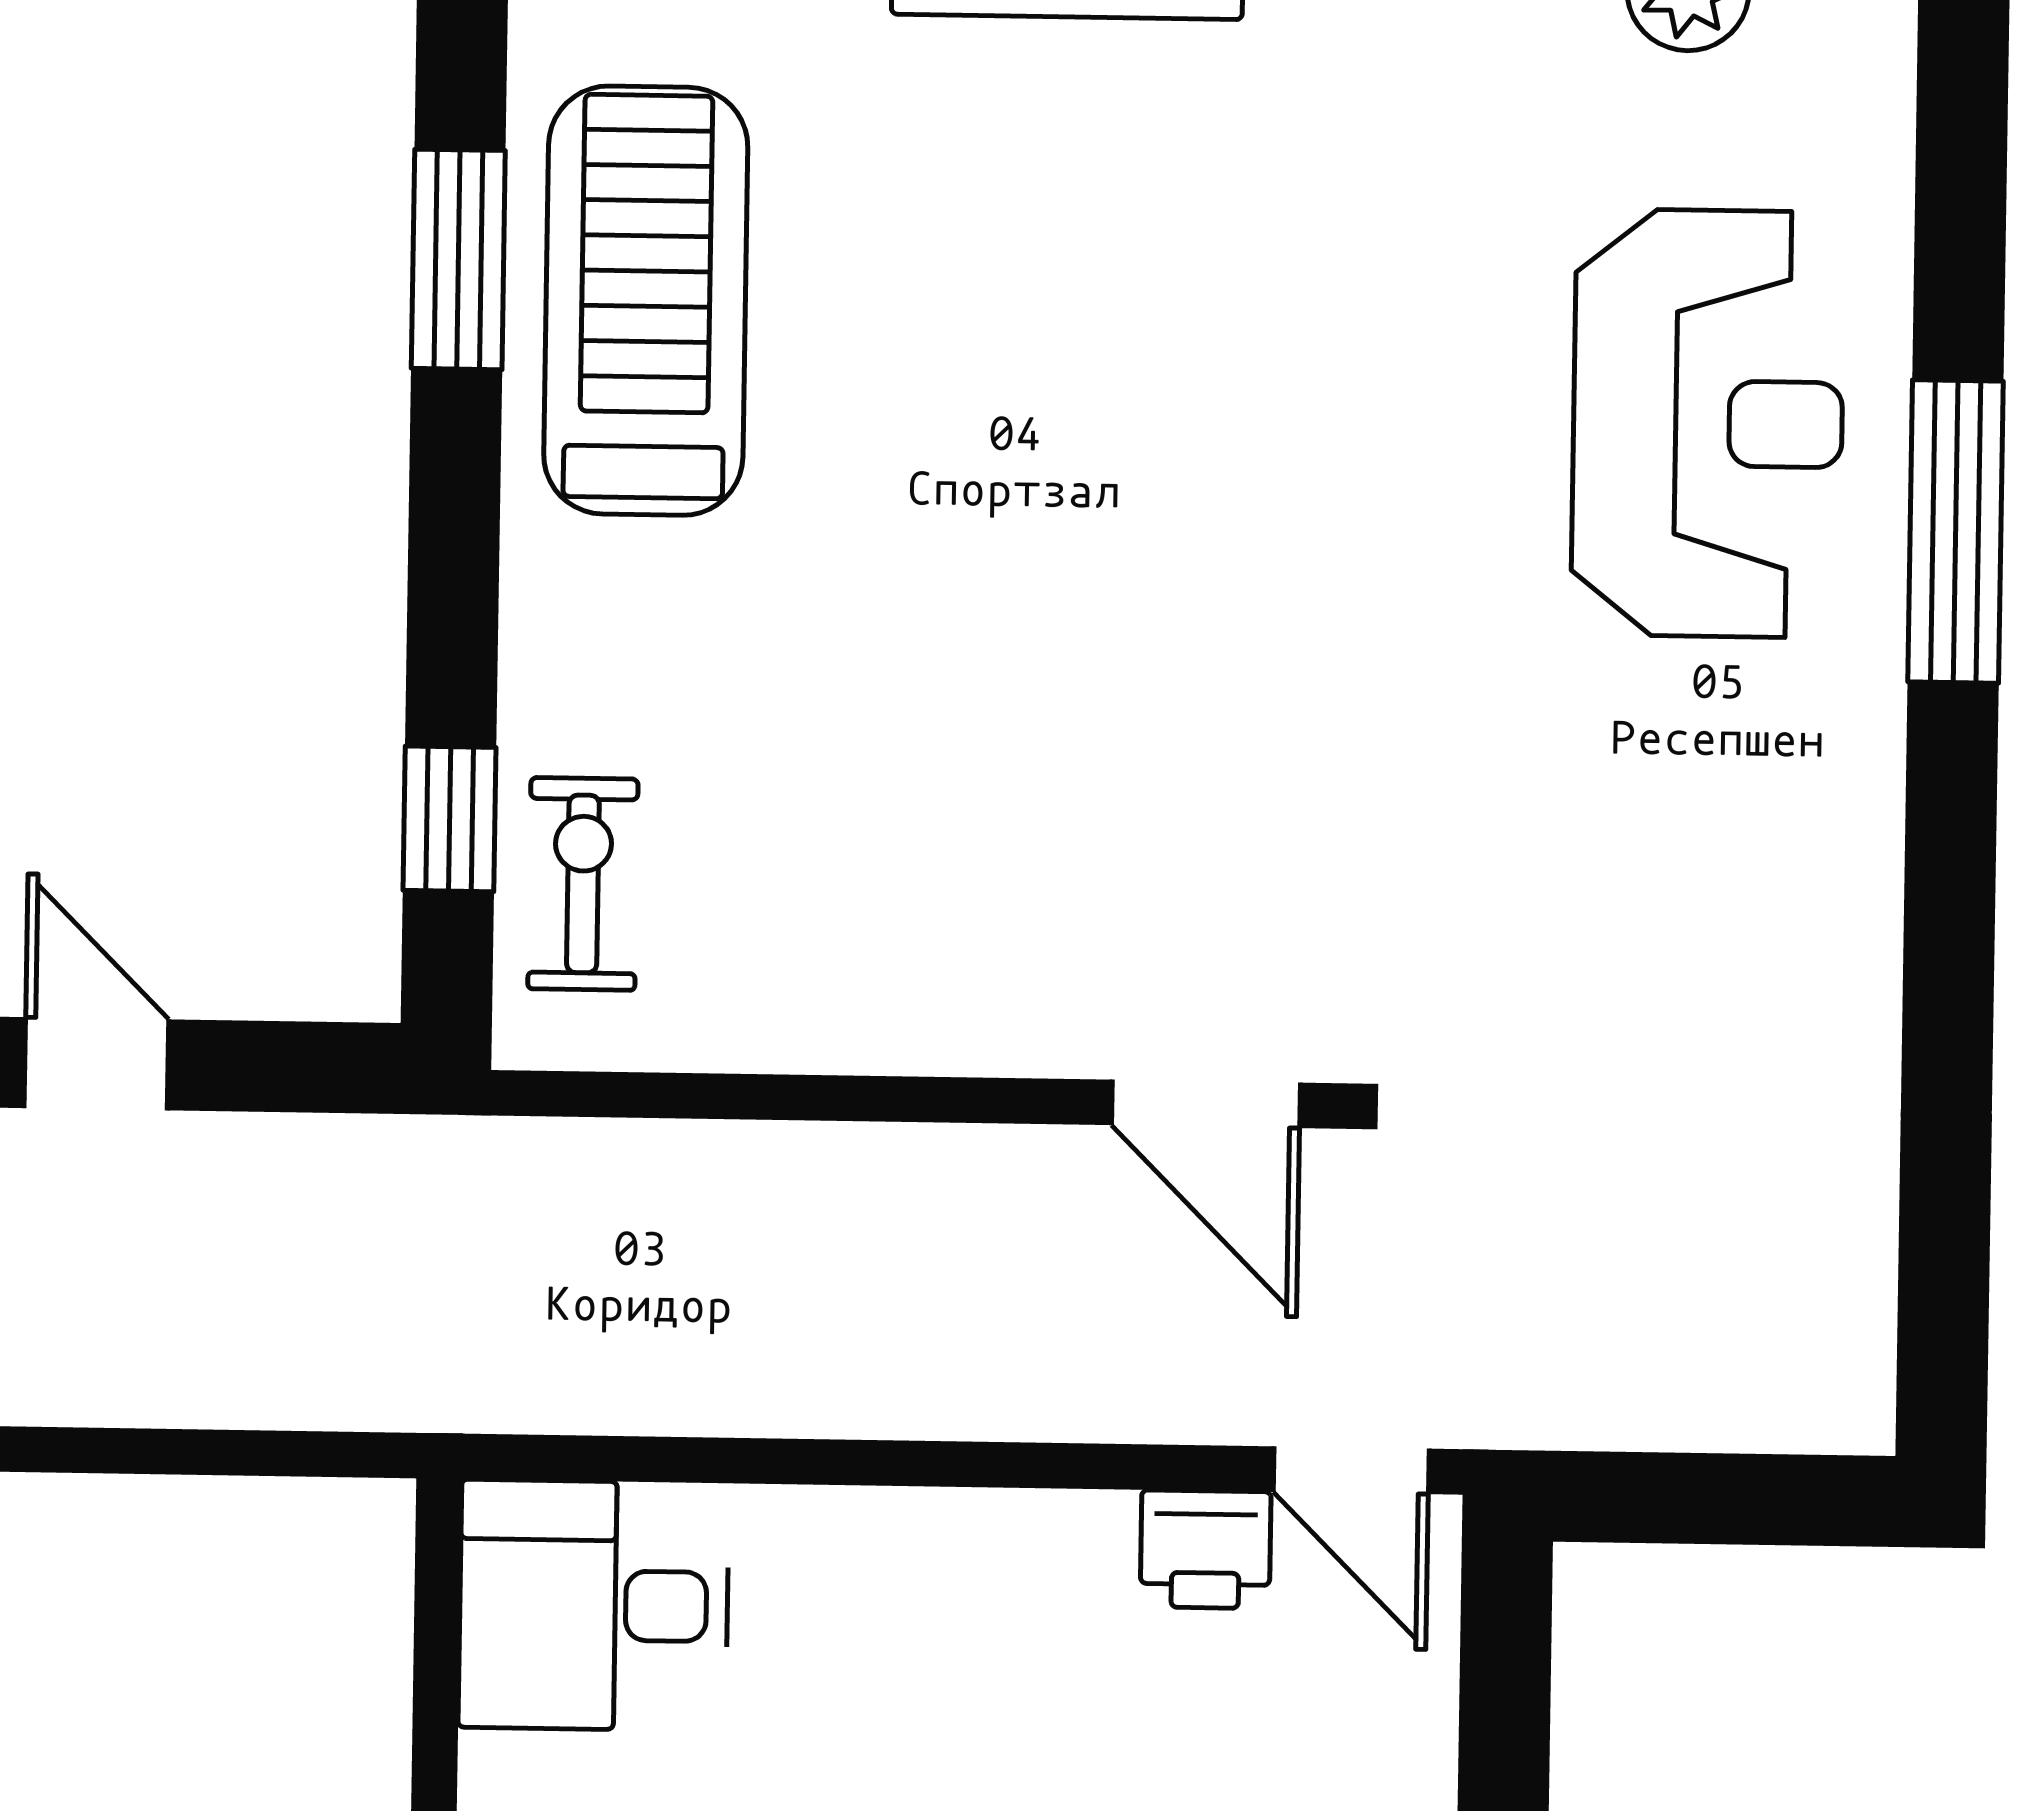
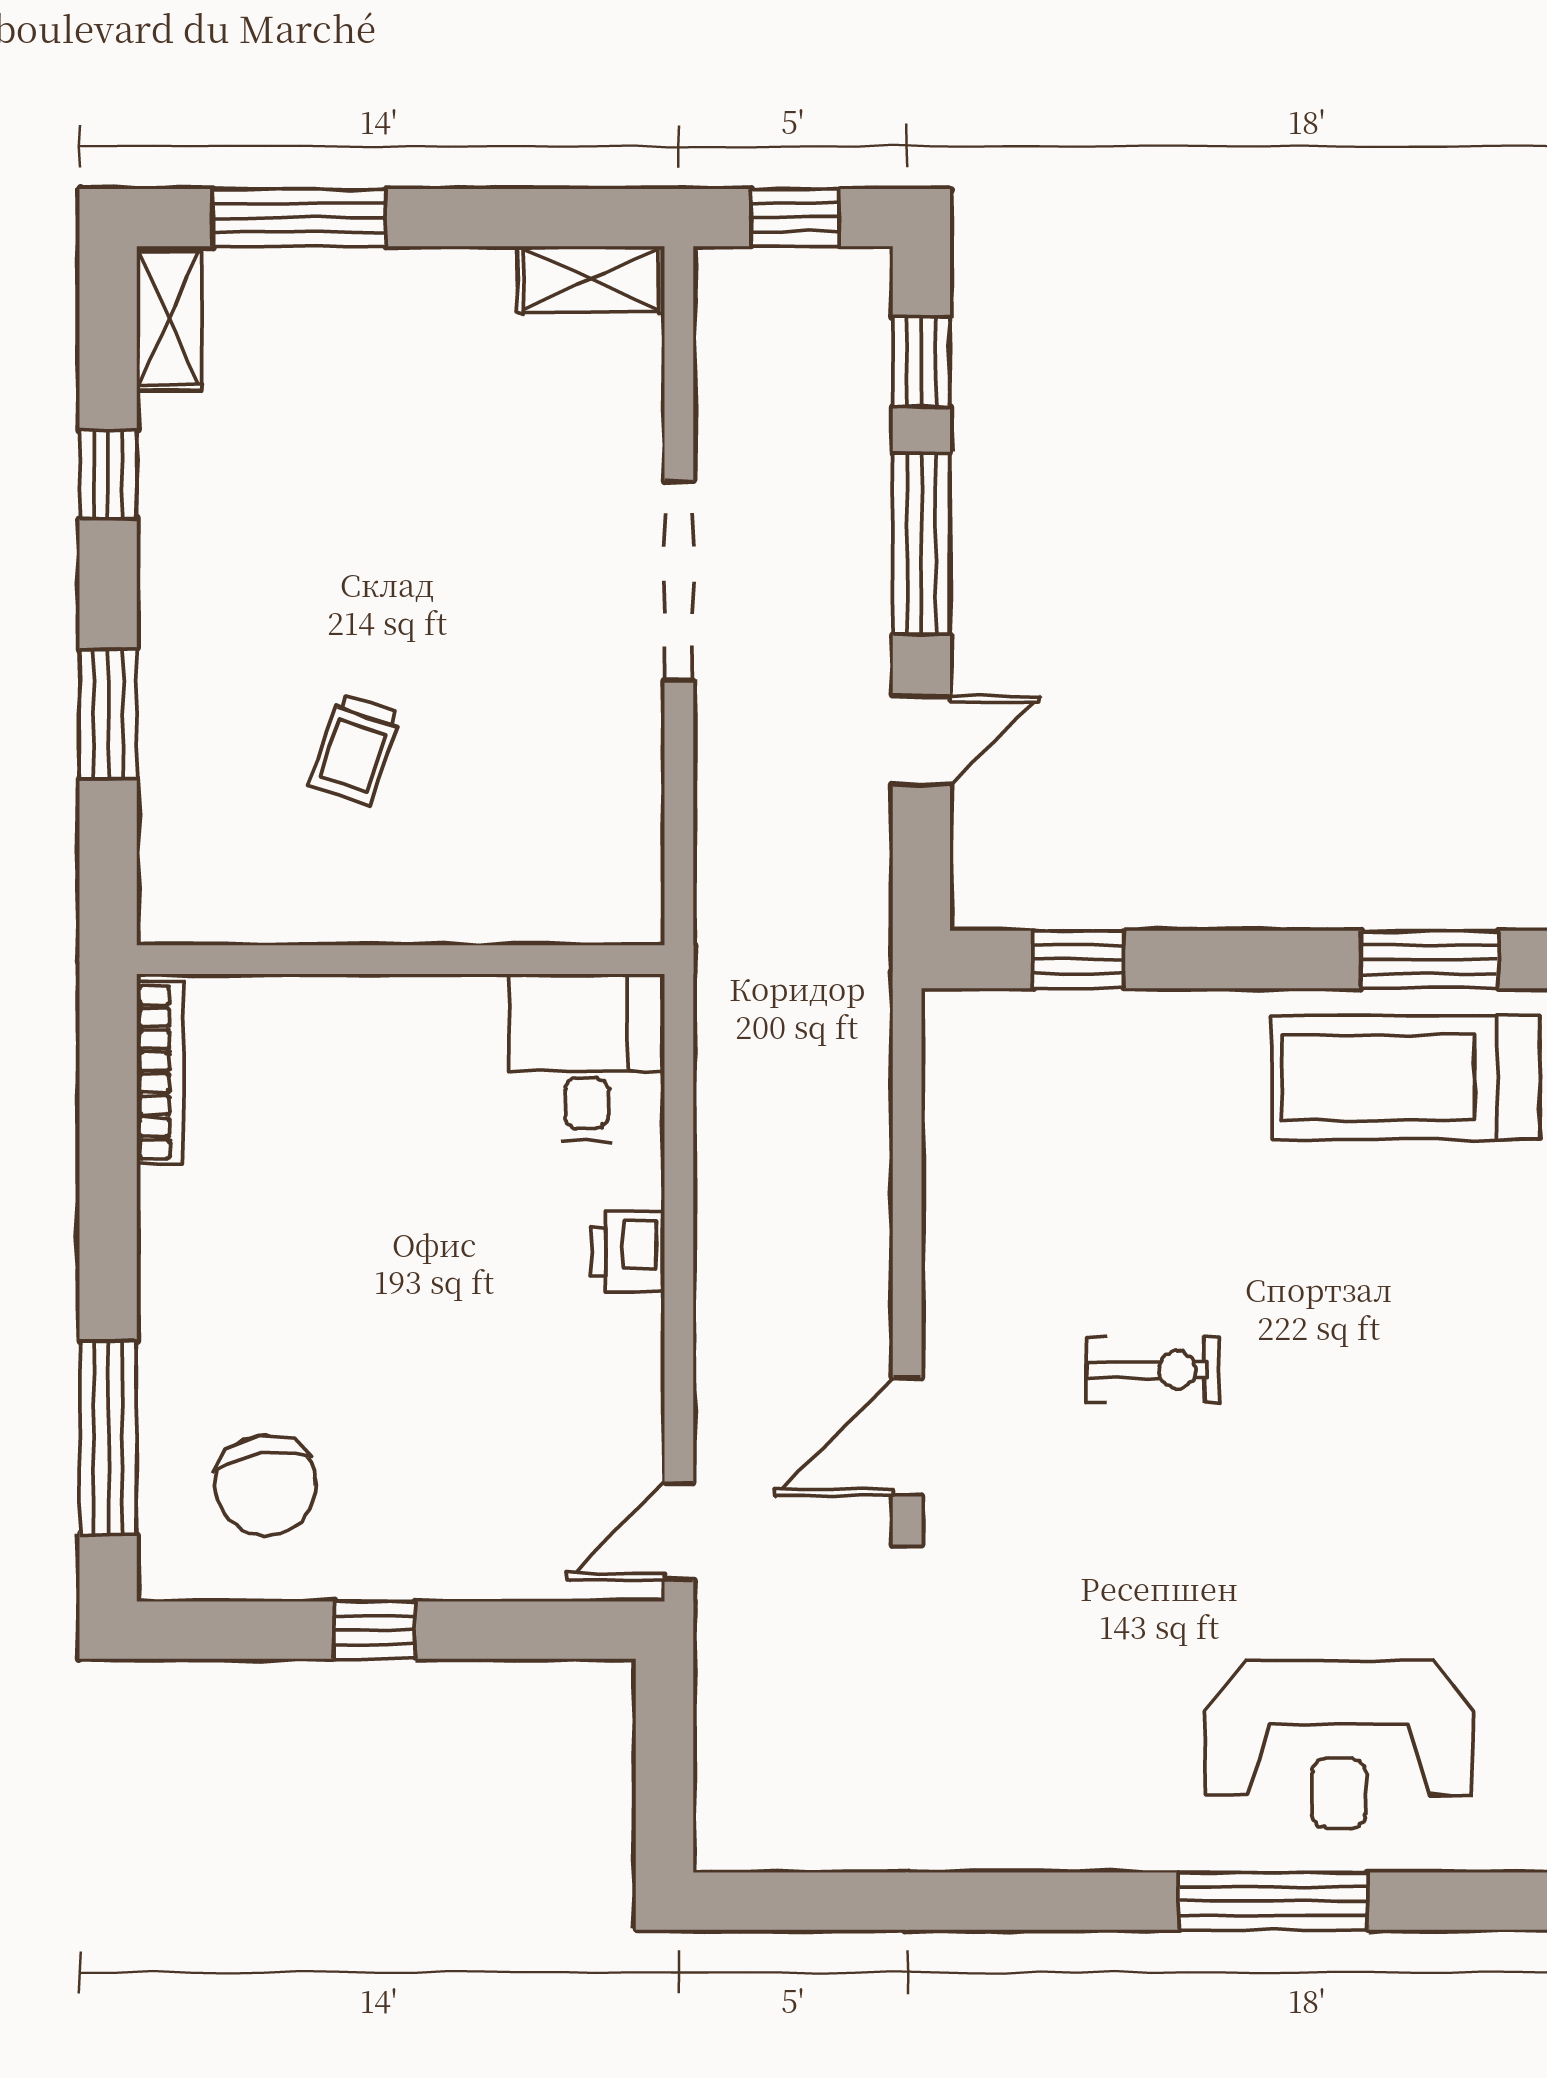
treadmill: (646, 301) -> (1405, 1078), turned 180
exercise bike: (583, 884) -> (1153, 1370), moved
printer: (1206, 1549) -> (628, 1252), moved

